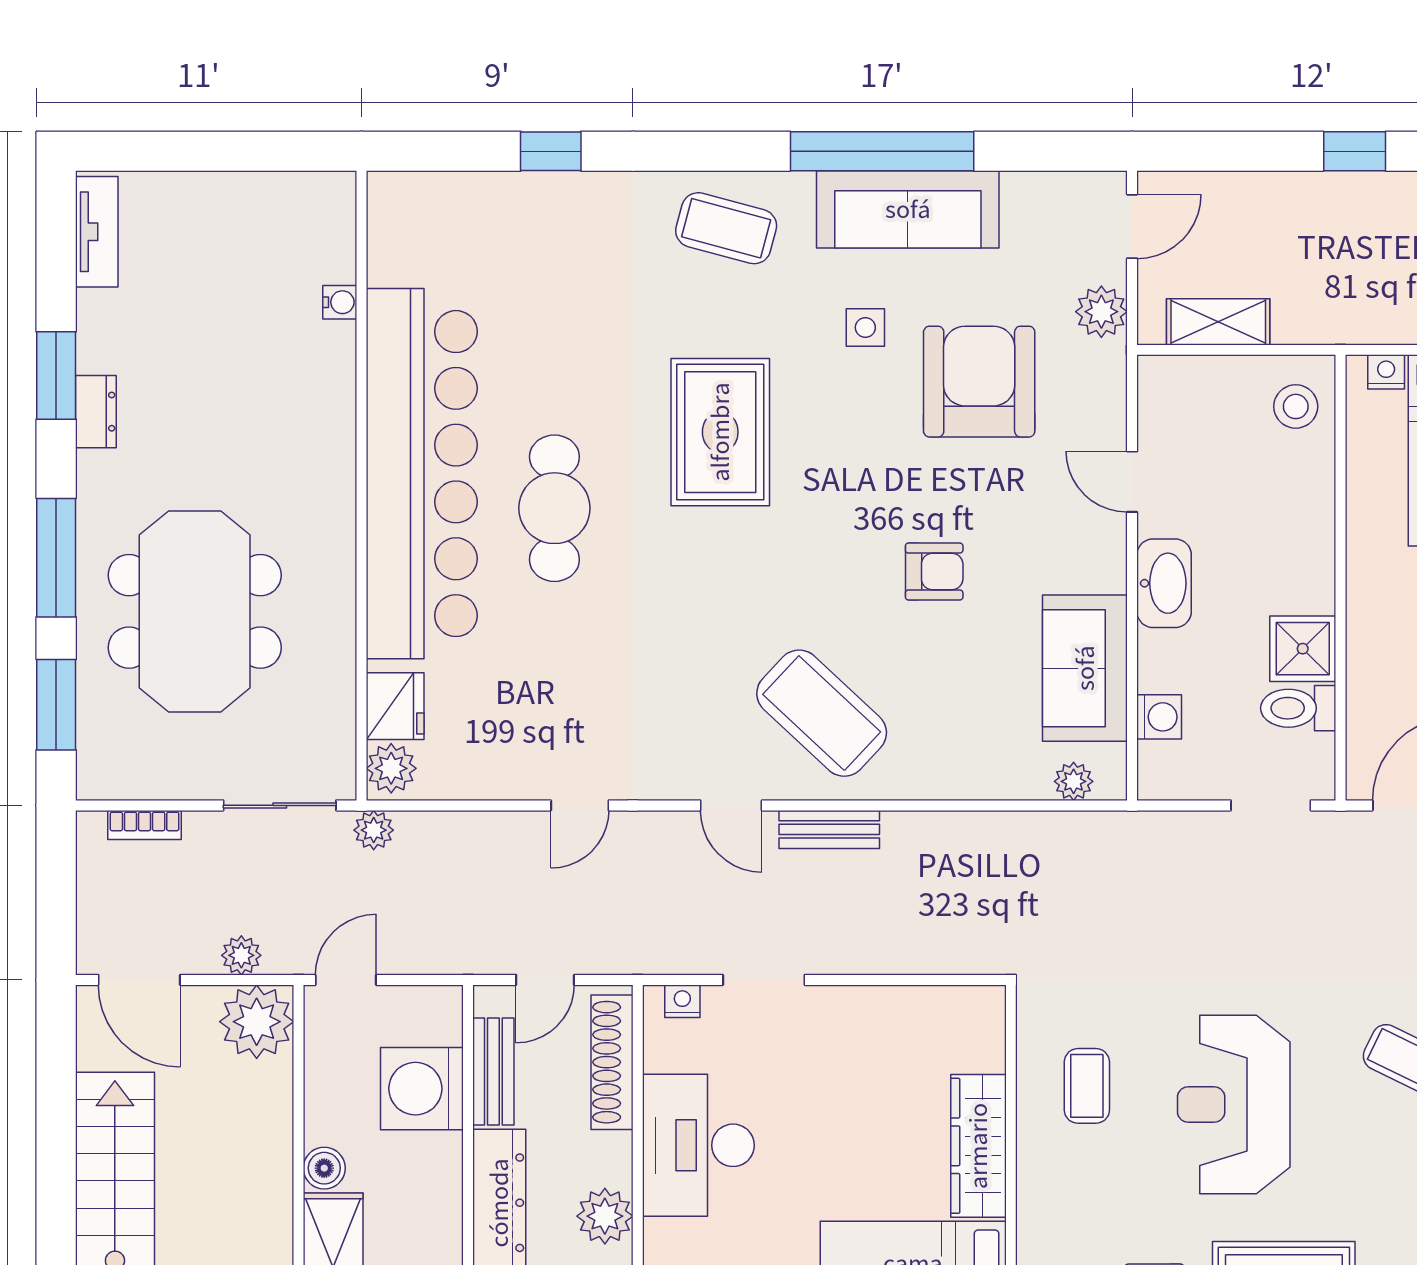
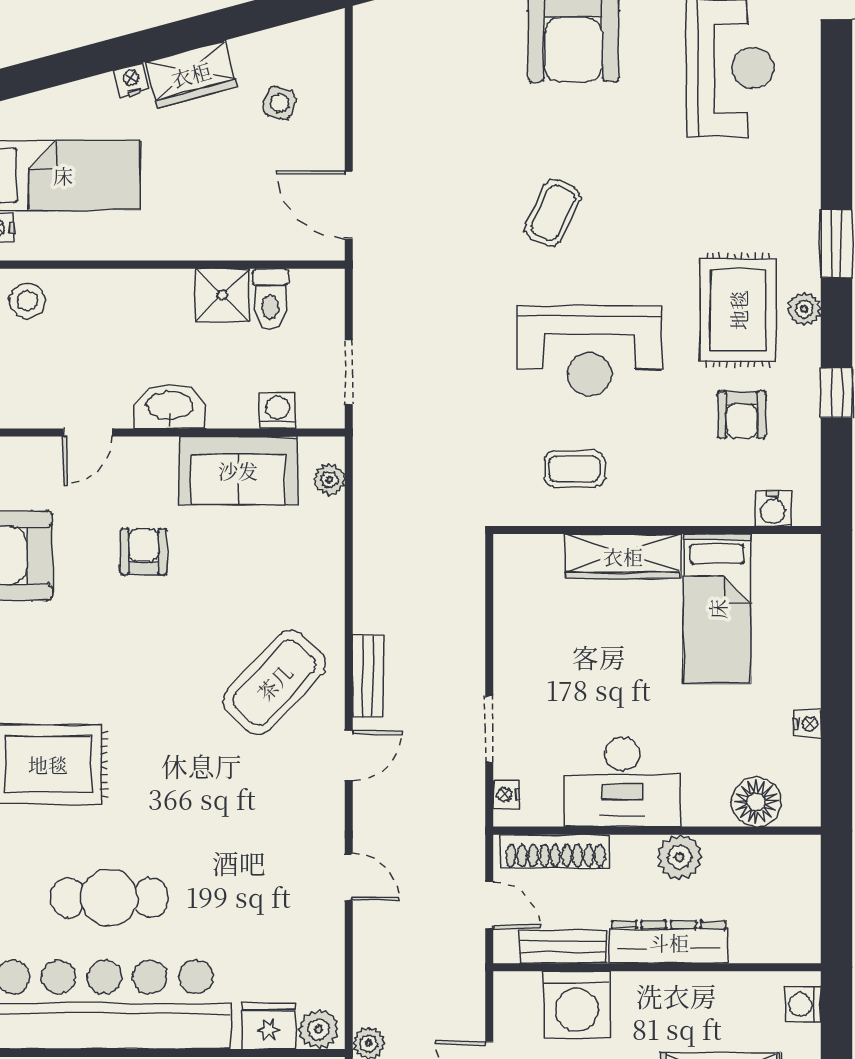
armchair: (934, 572) -> (144, 552), moved
doorway: (1271, 805) -> (349, 372), moved

